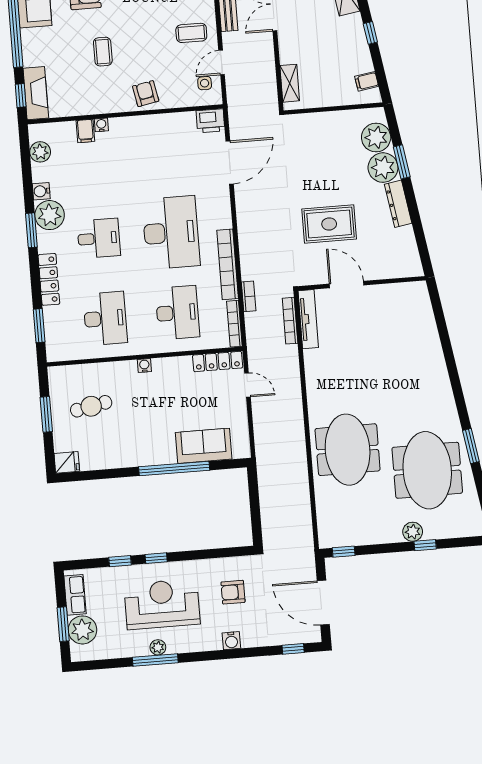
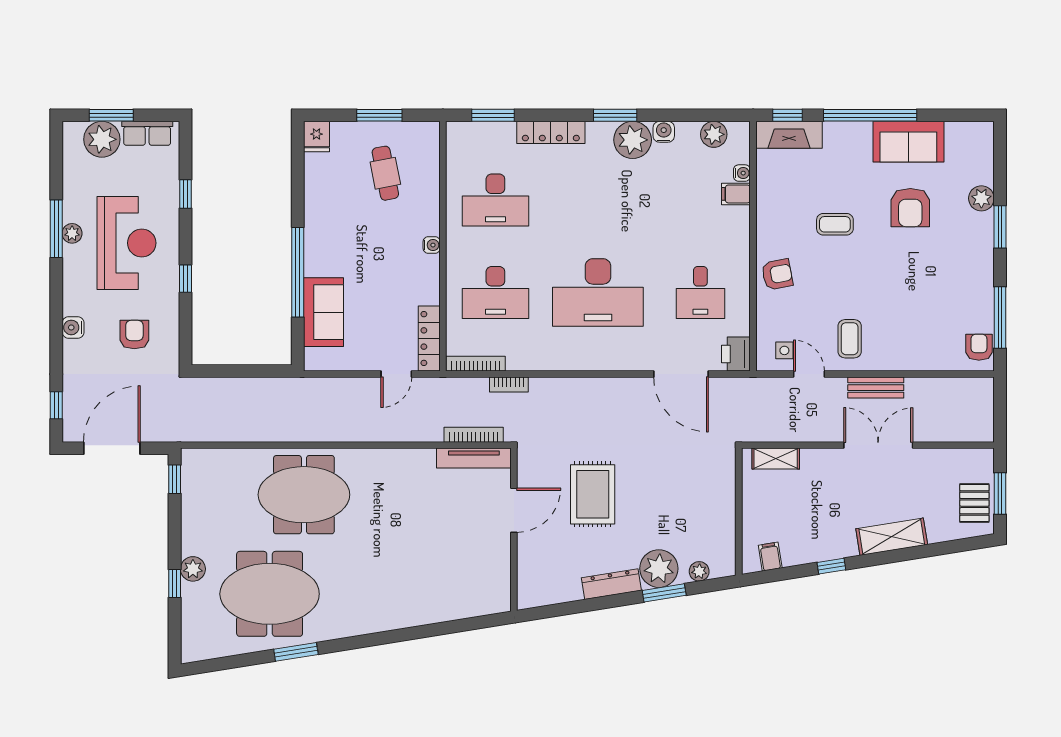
water cooler: (101, 125) -> (742, 173), moved
plant: (376, 137) -> (699, 571), width x0.53, depth x0.53
desk: (99, 238) -> (700, 292), moved
bookcase: (228, 264) -> (552, 361), removed
window: (156, 558) -> (185, 279), moved

